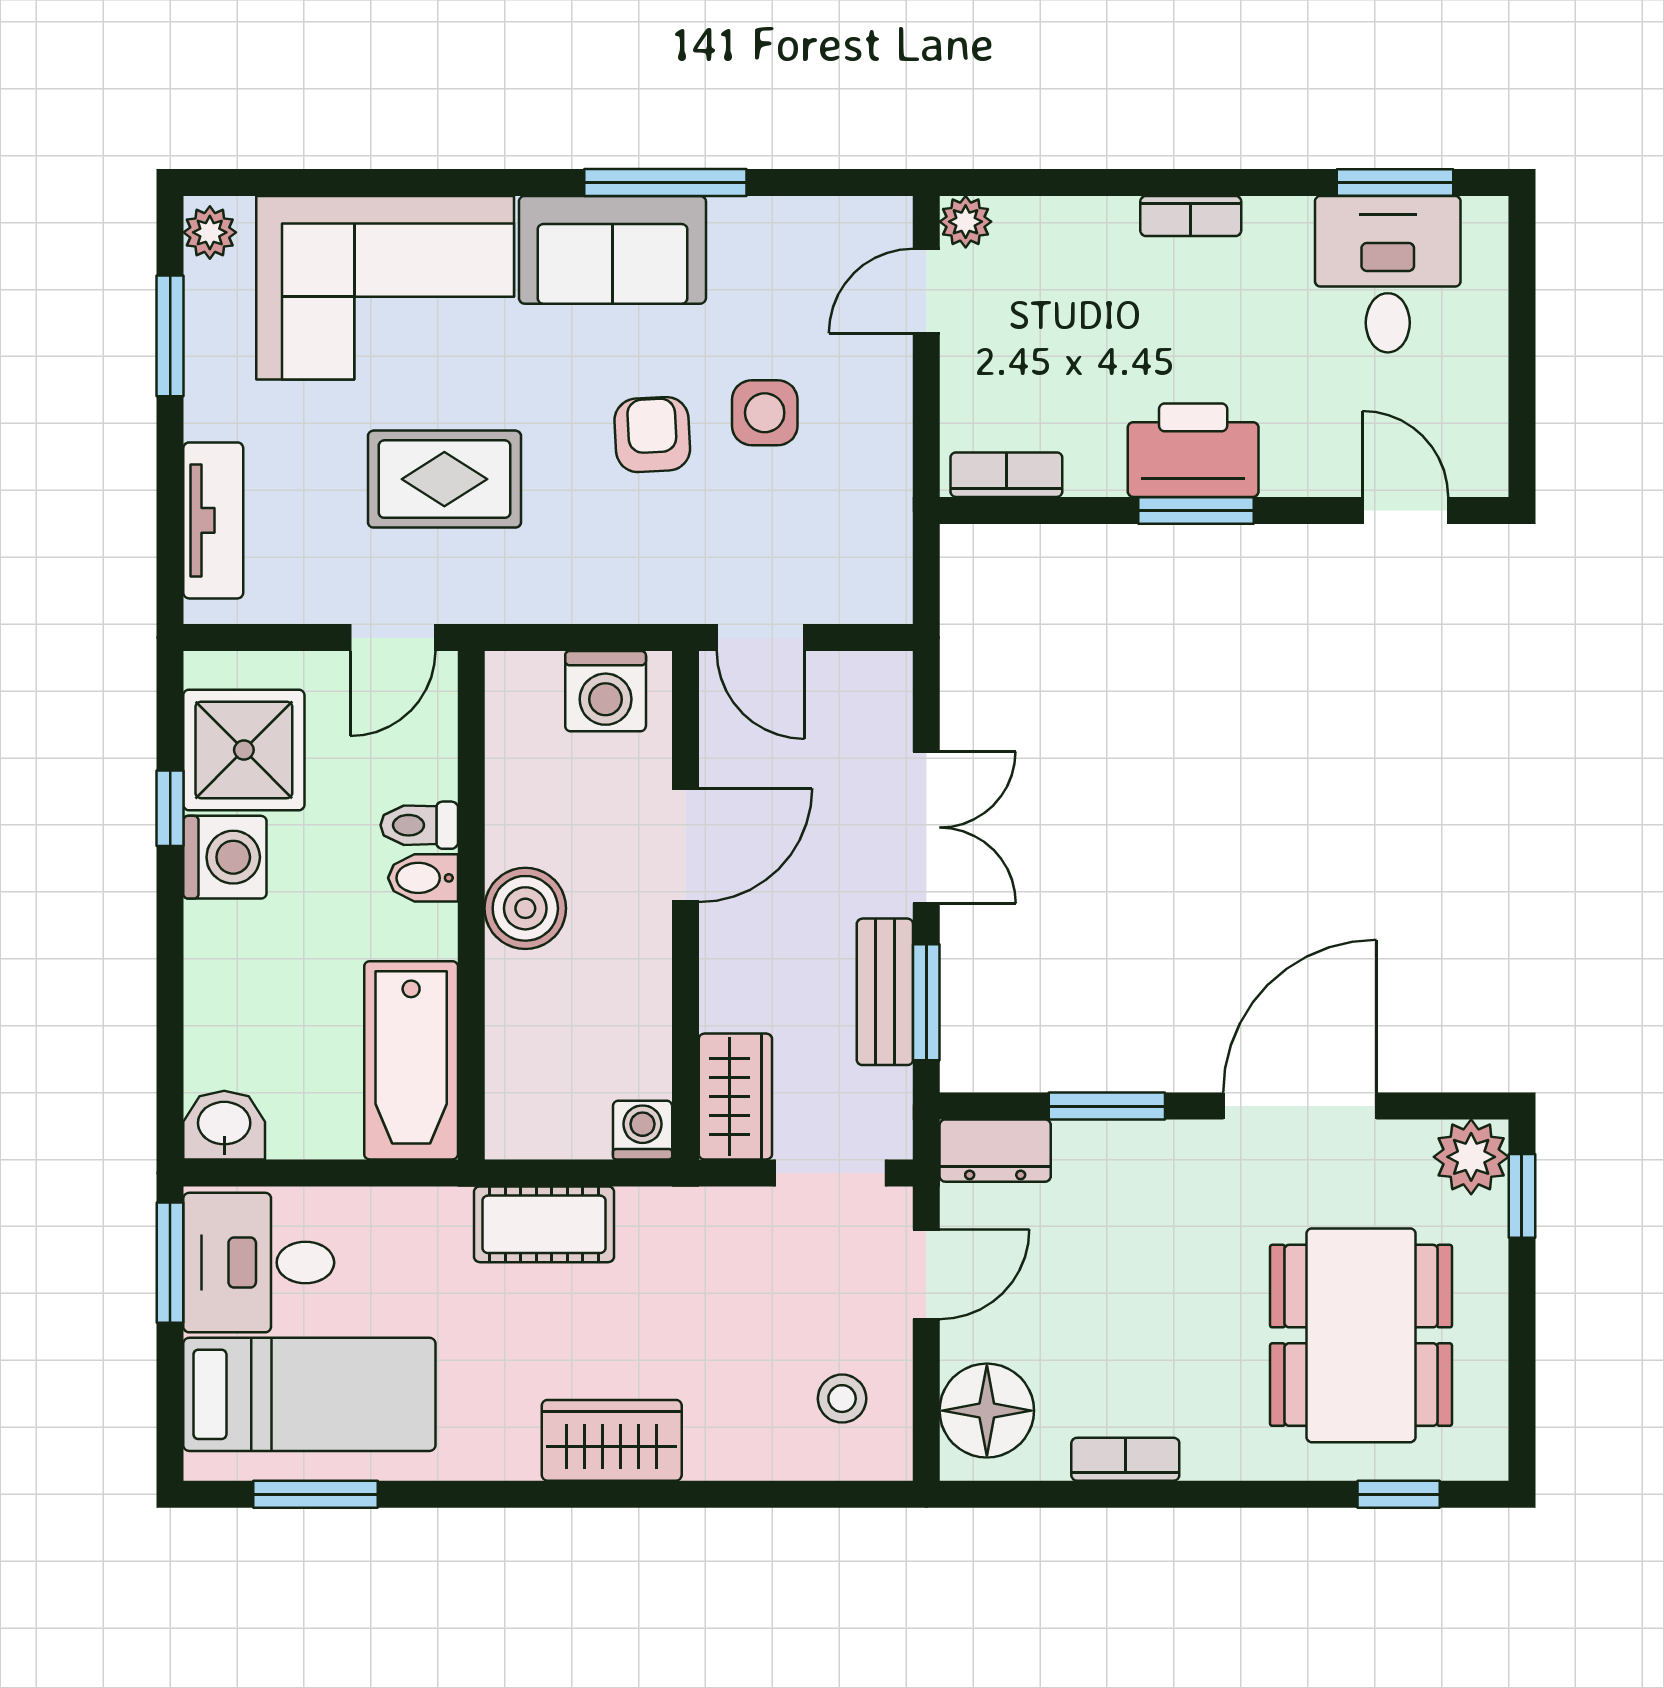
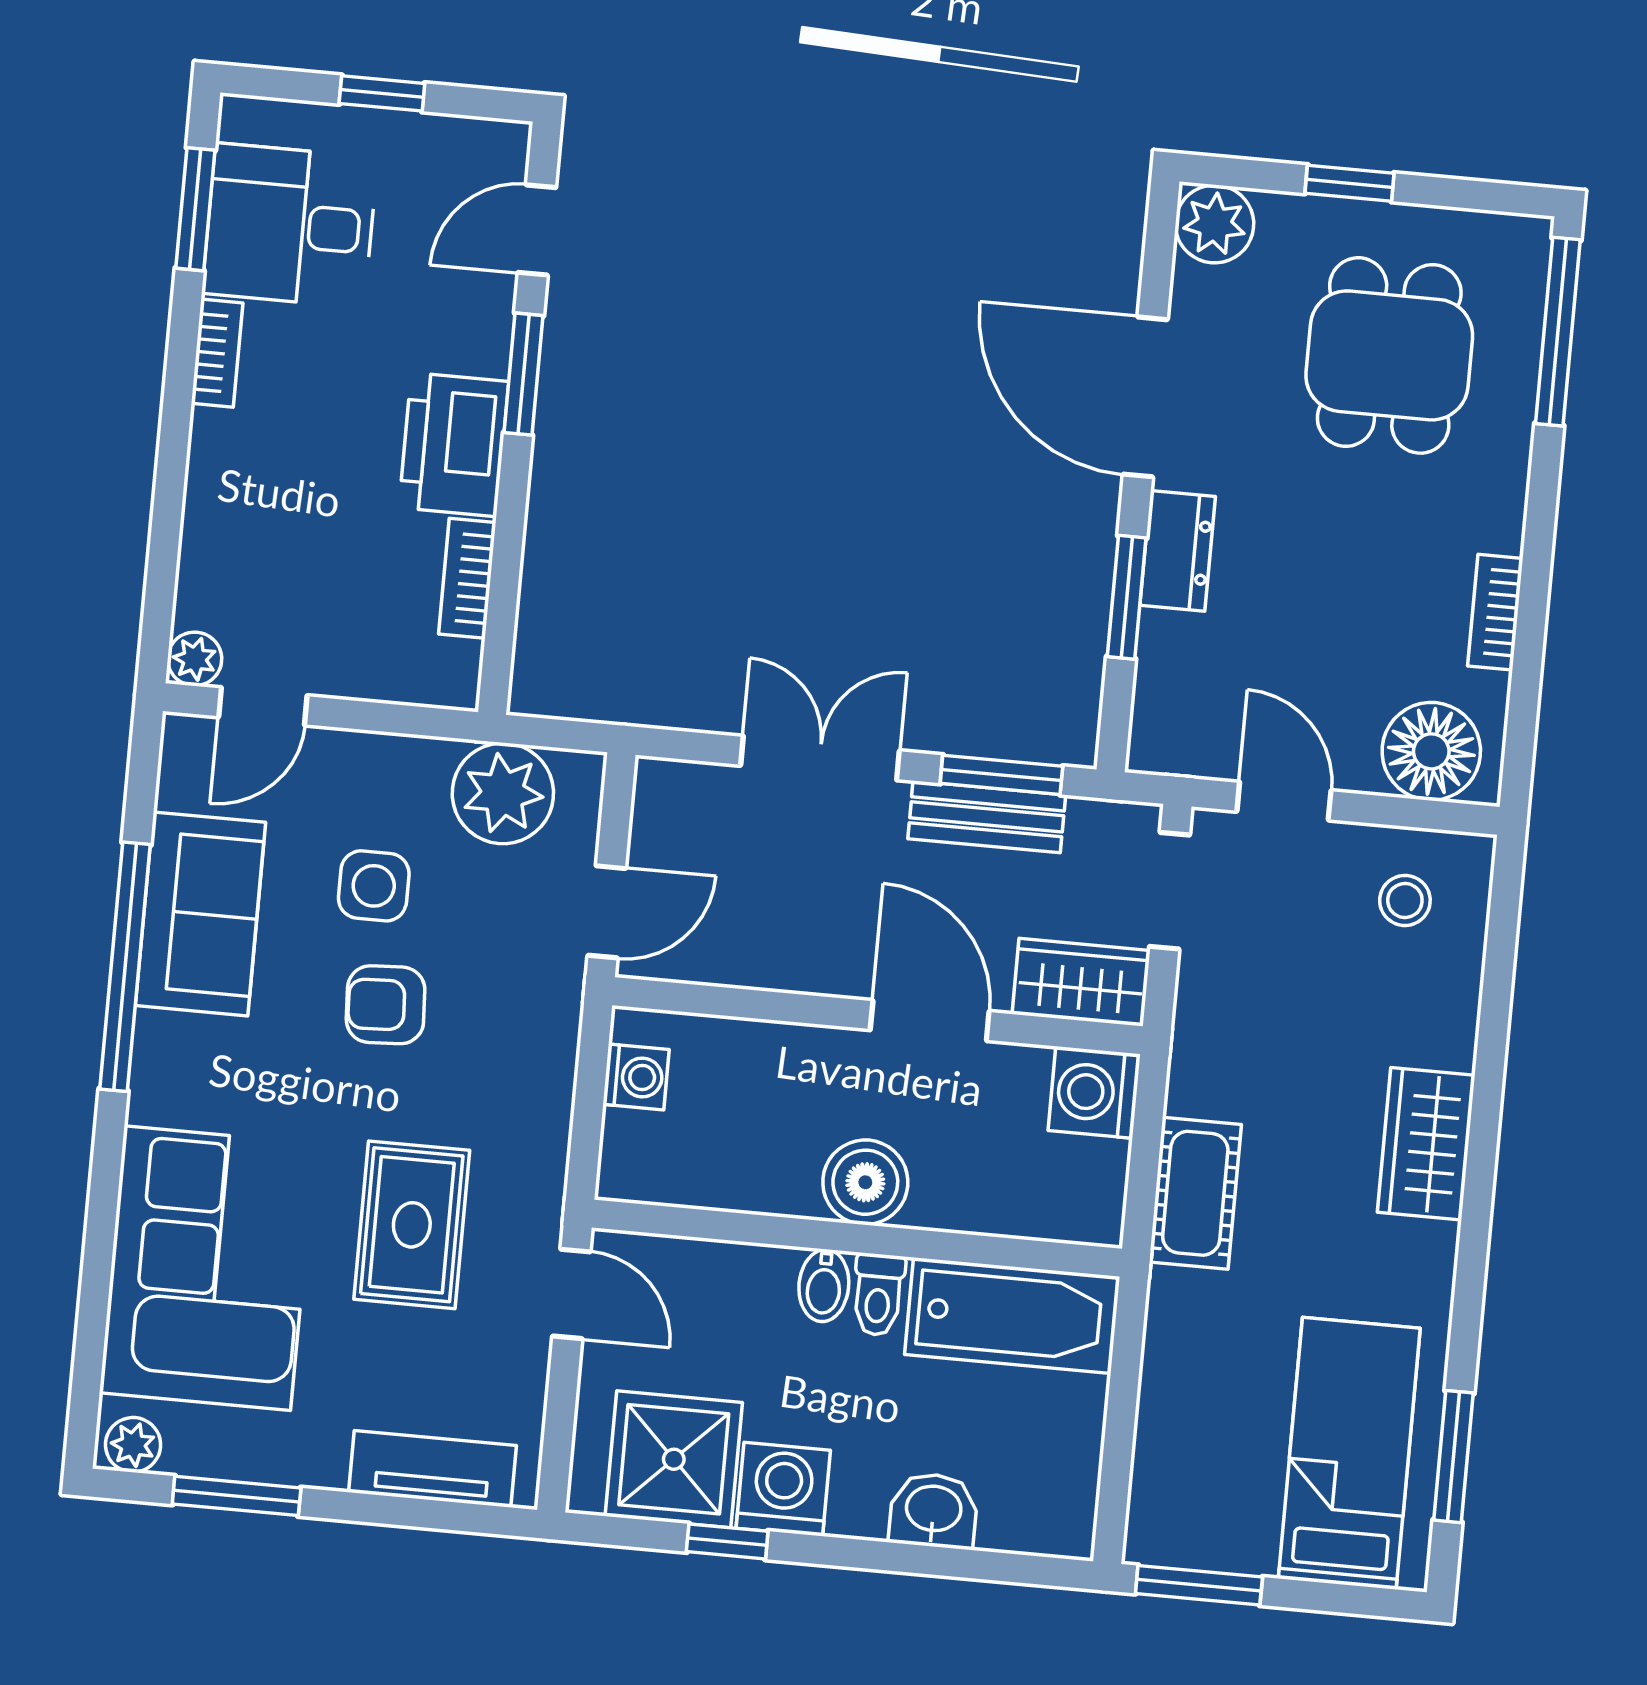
window: (665, 182) -> (125, 967), width x1.46
bookcase: (1191, 216) -> (217, 353), moved
sofa: (612, 250) -> (200, 914), moved
door: (926, 291) -> (263, 706), hinge flipped
window: (1522, 350) -> (382, 93), added
bookcase: (1006, 475) -> (467, 578), moved
window: (1196, 510) -> (523, 374), moved
plant: (864, 528) -> (503, 793), added
washing machine: (606, 691) -> (636, 1077), width x0.73, depth x0.73
toilet: (419, 825) -> (878, 1294), moved
door: (685, 845) -> (930, 1021), moved
washbasin: (224, 1125) -> (933, 1511), moved, turned 90
washing machine: (643, 1130) -> (1094, 1092), width x1.38, depth x1.38
dresser: (995, 1151) -> (1178, 551), moved
window: (1522, 1196) -> (1350, 183), moved
desk: (259, 1263) -> (1207, 1493), removed
dining table: (1361, 1335) -> (1389, 355), width x0.73
window: (1399, 1494) -> (1558, 332), width x2.17

